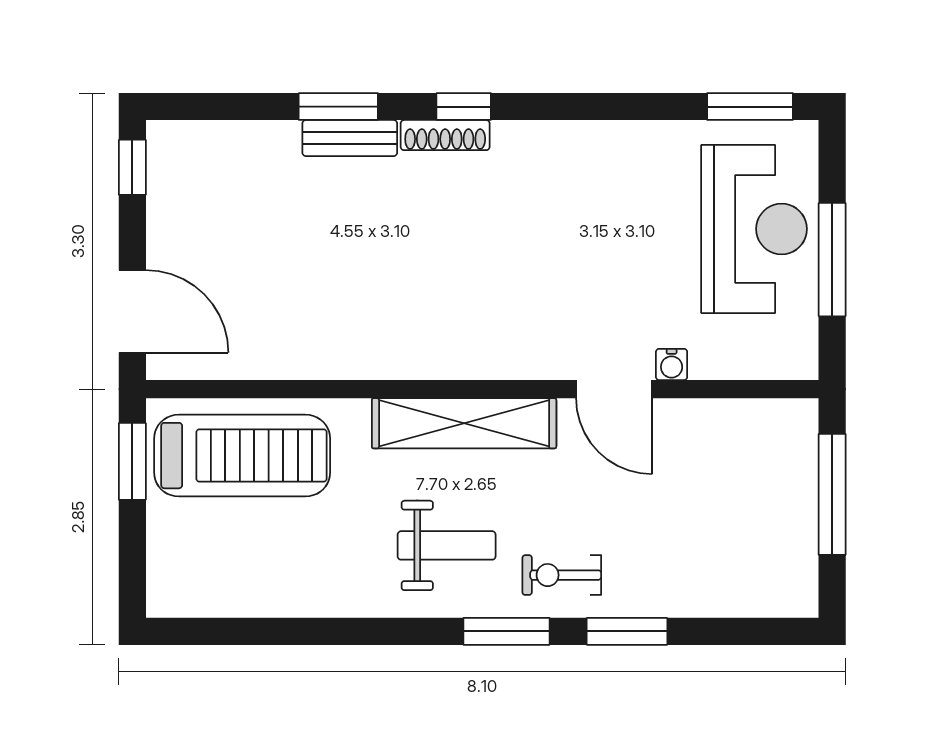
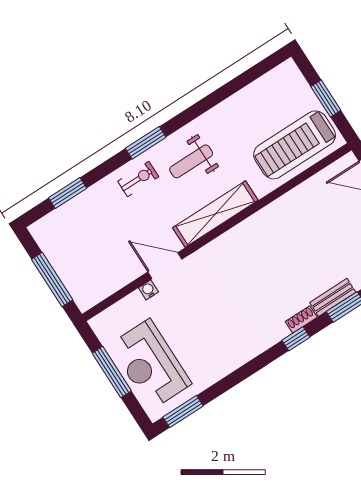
shoe rack: (445, 135) -> (301, 319), width x0.70
window: (132, 461) -> (326, 98), moved
window: (627, 631) -> (68, 193), moved

